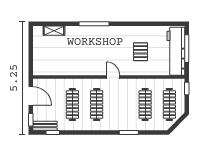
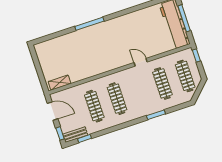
shelving: (54, 31) -> (59, 83), moved
pallet: (141, 52) -> (142, 35), removed
door: (113, 77) -> (141, 62), moved

